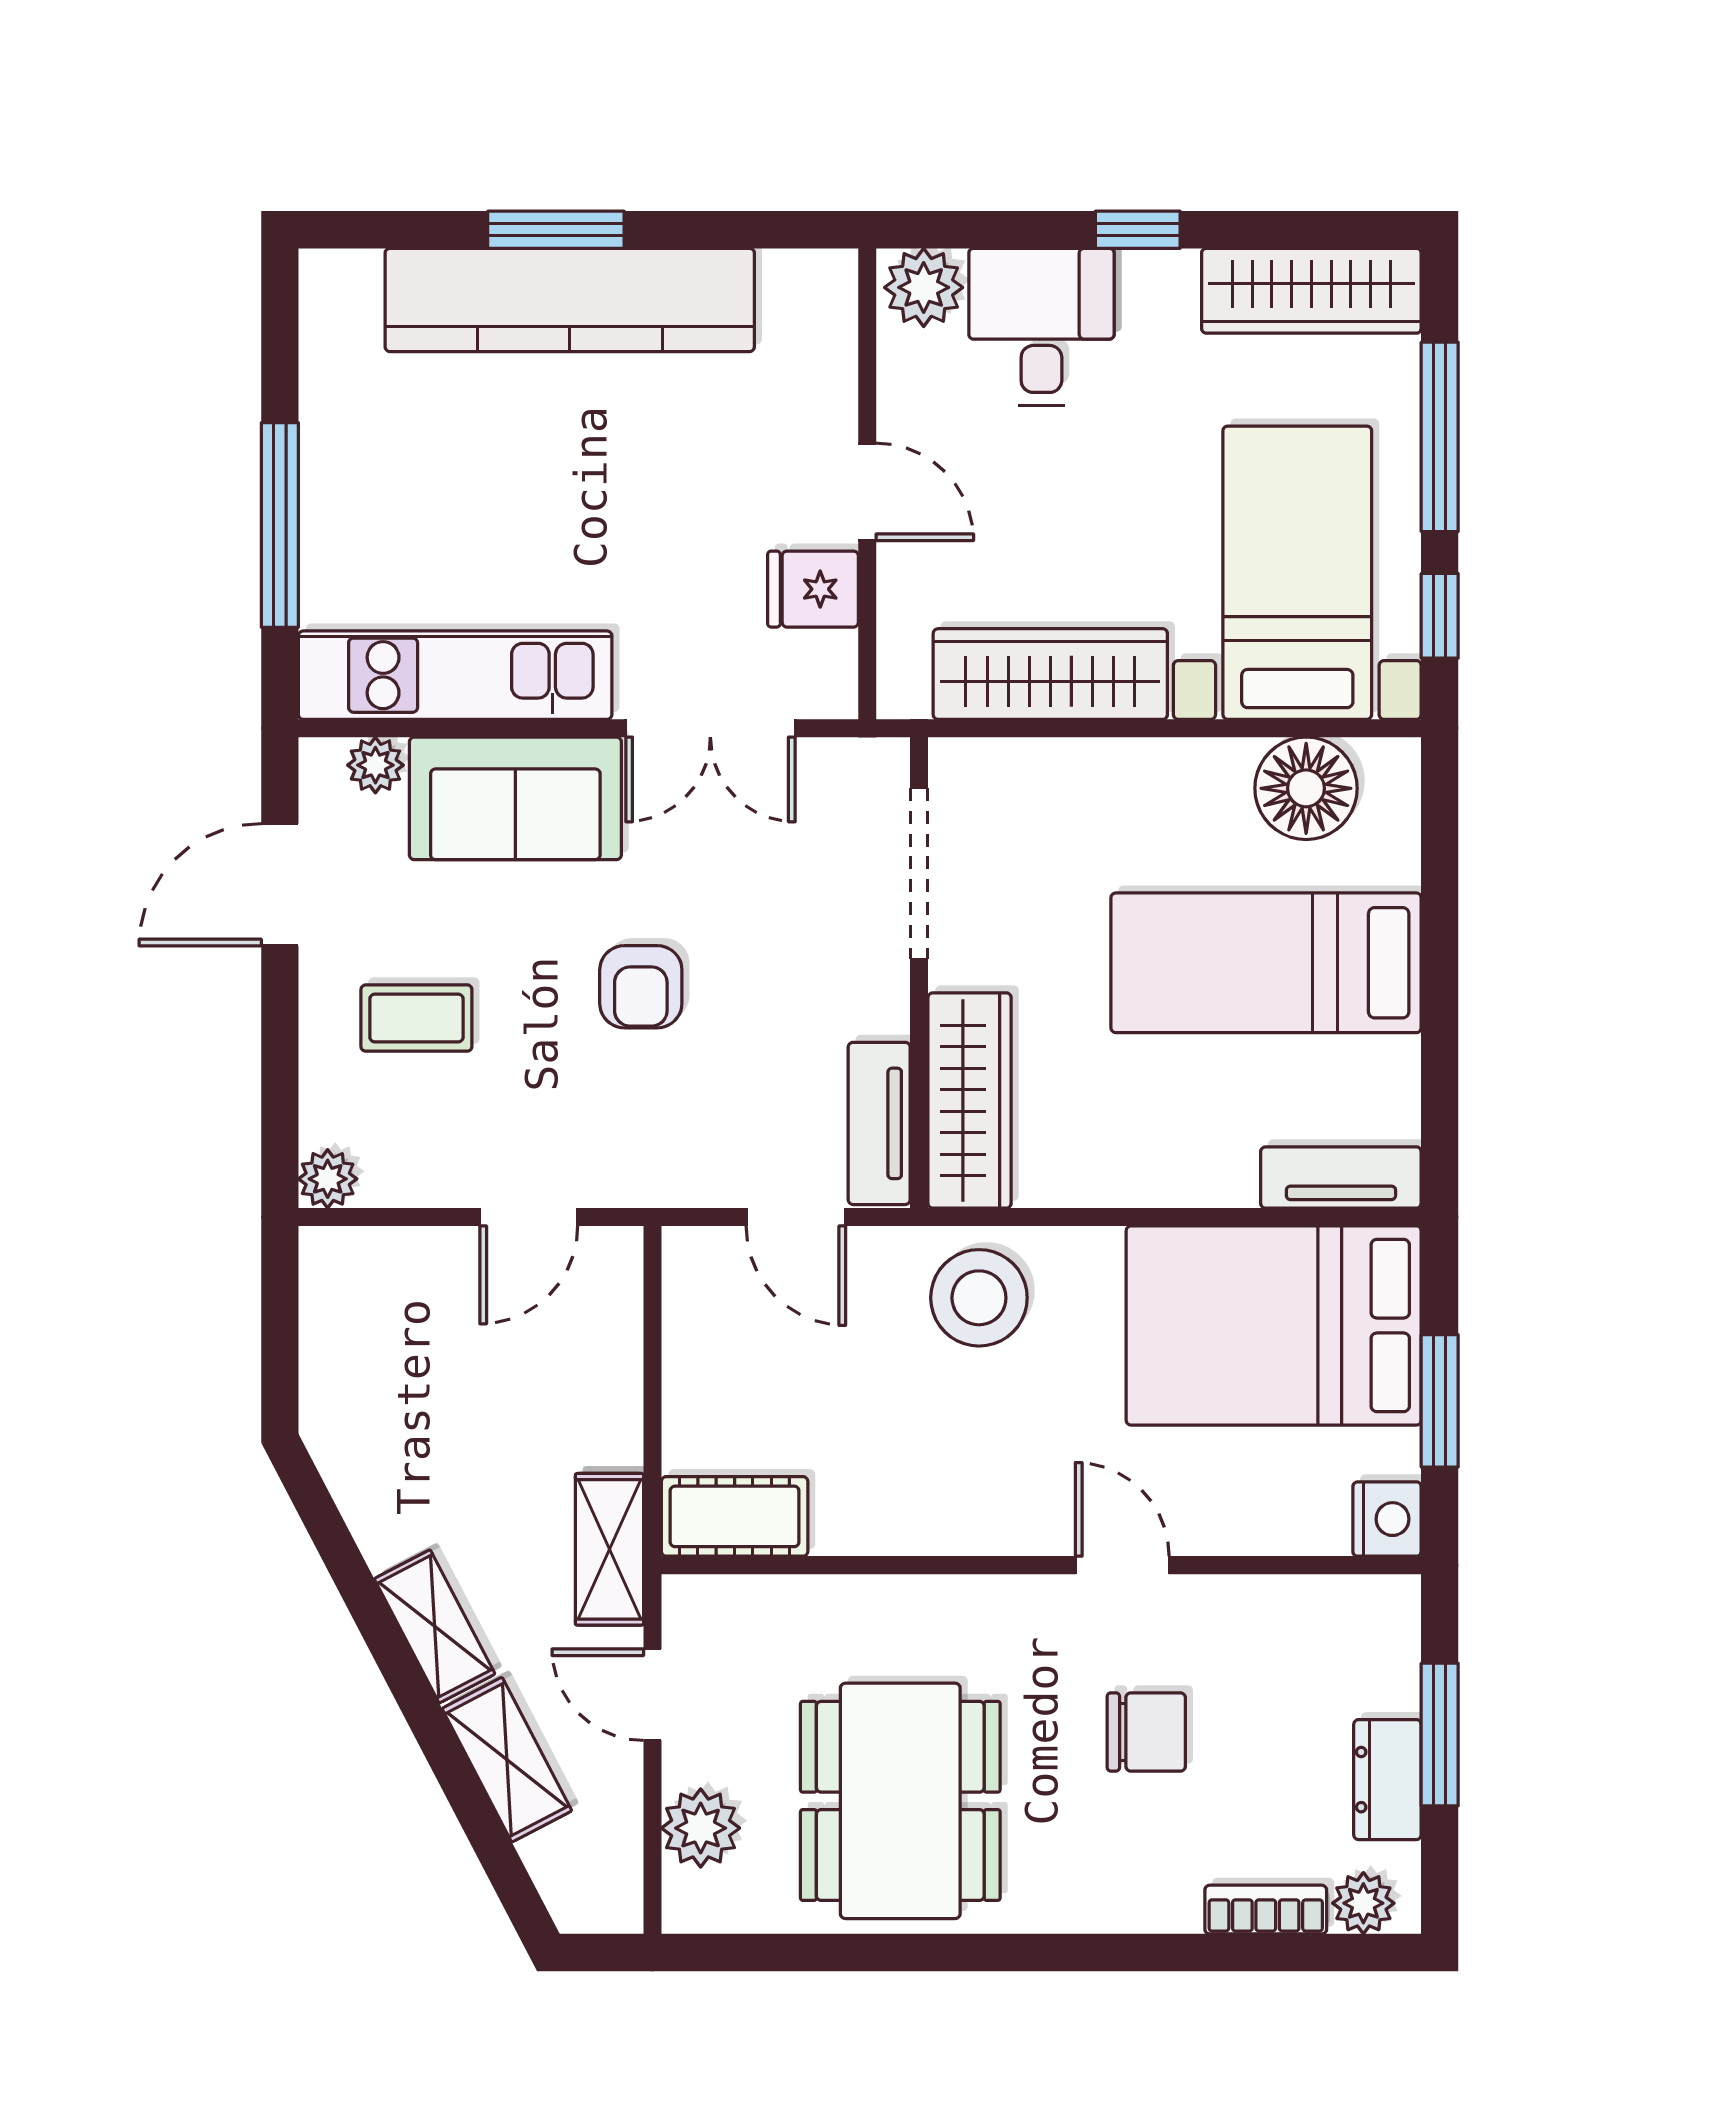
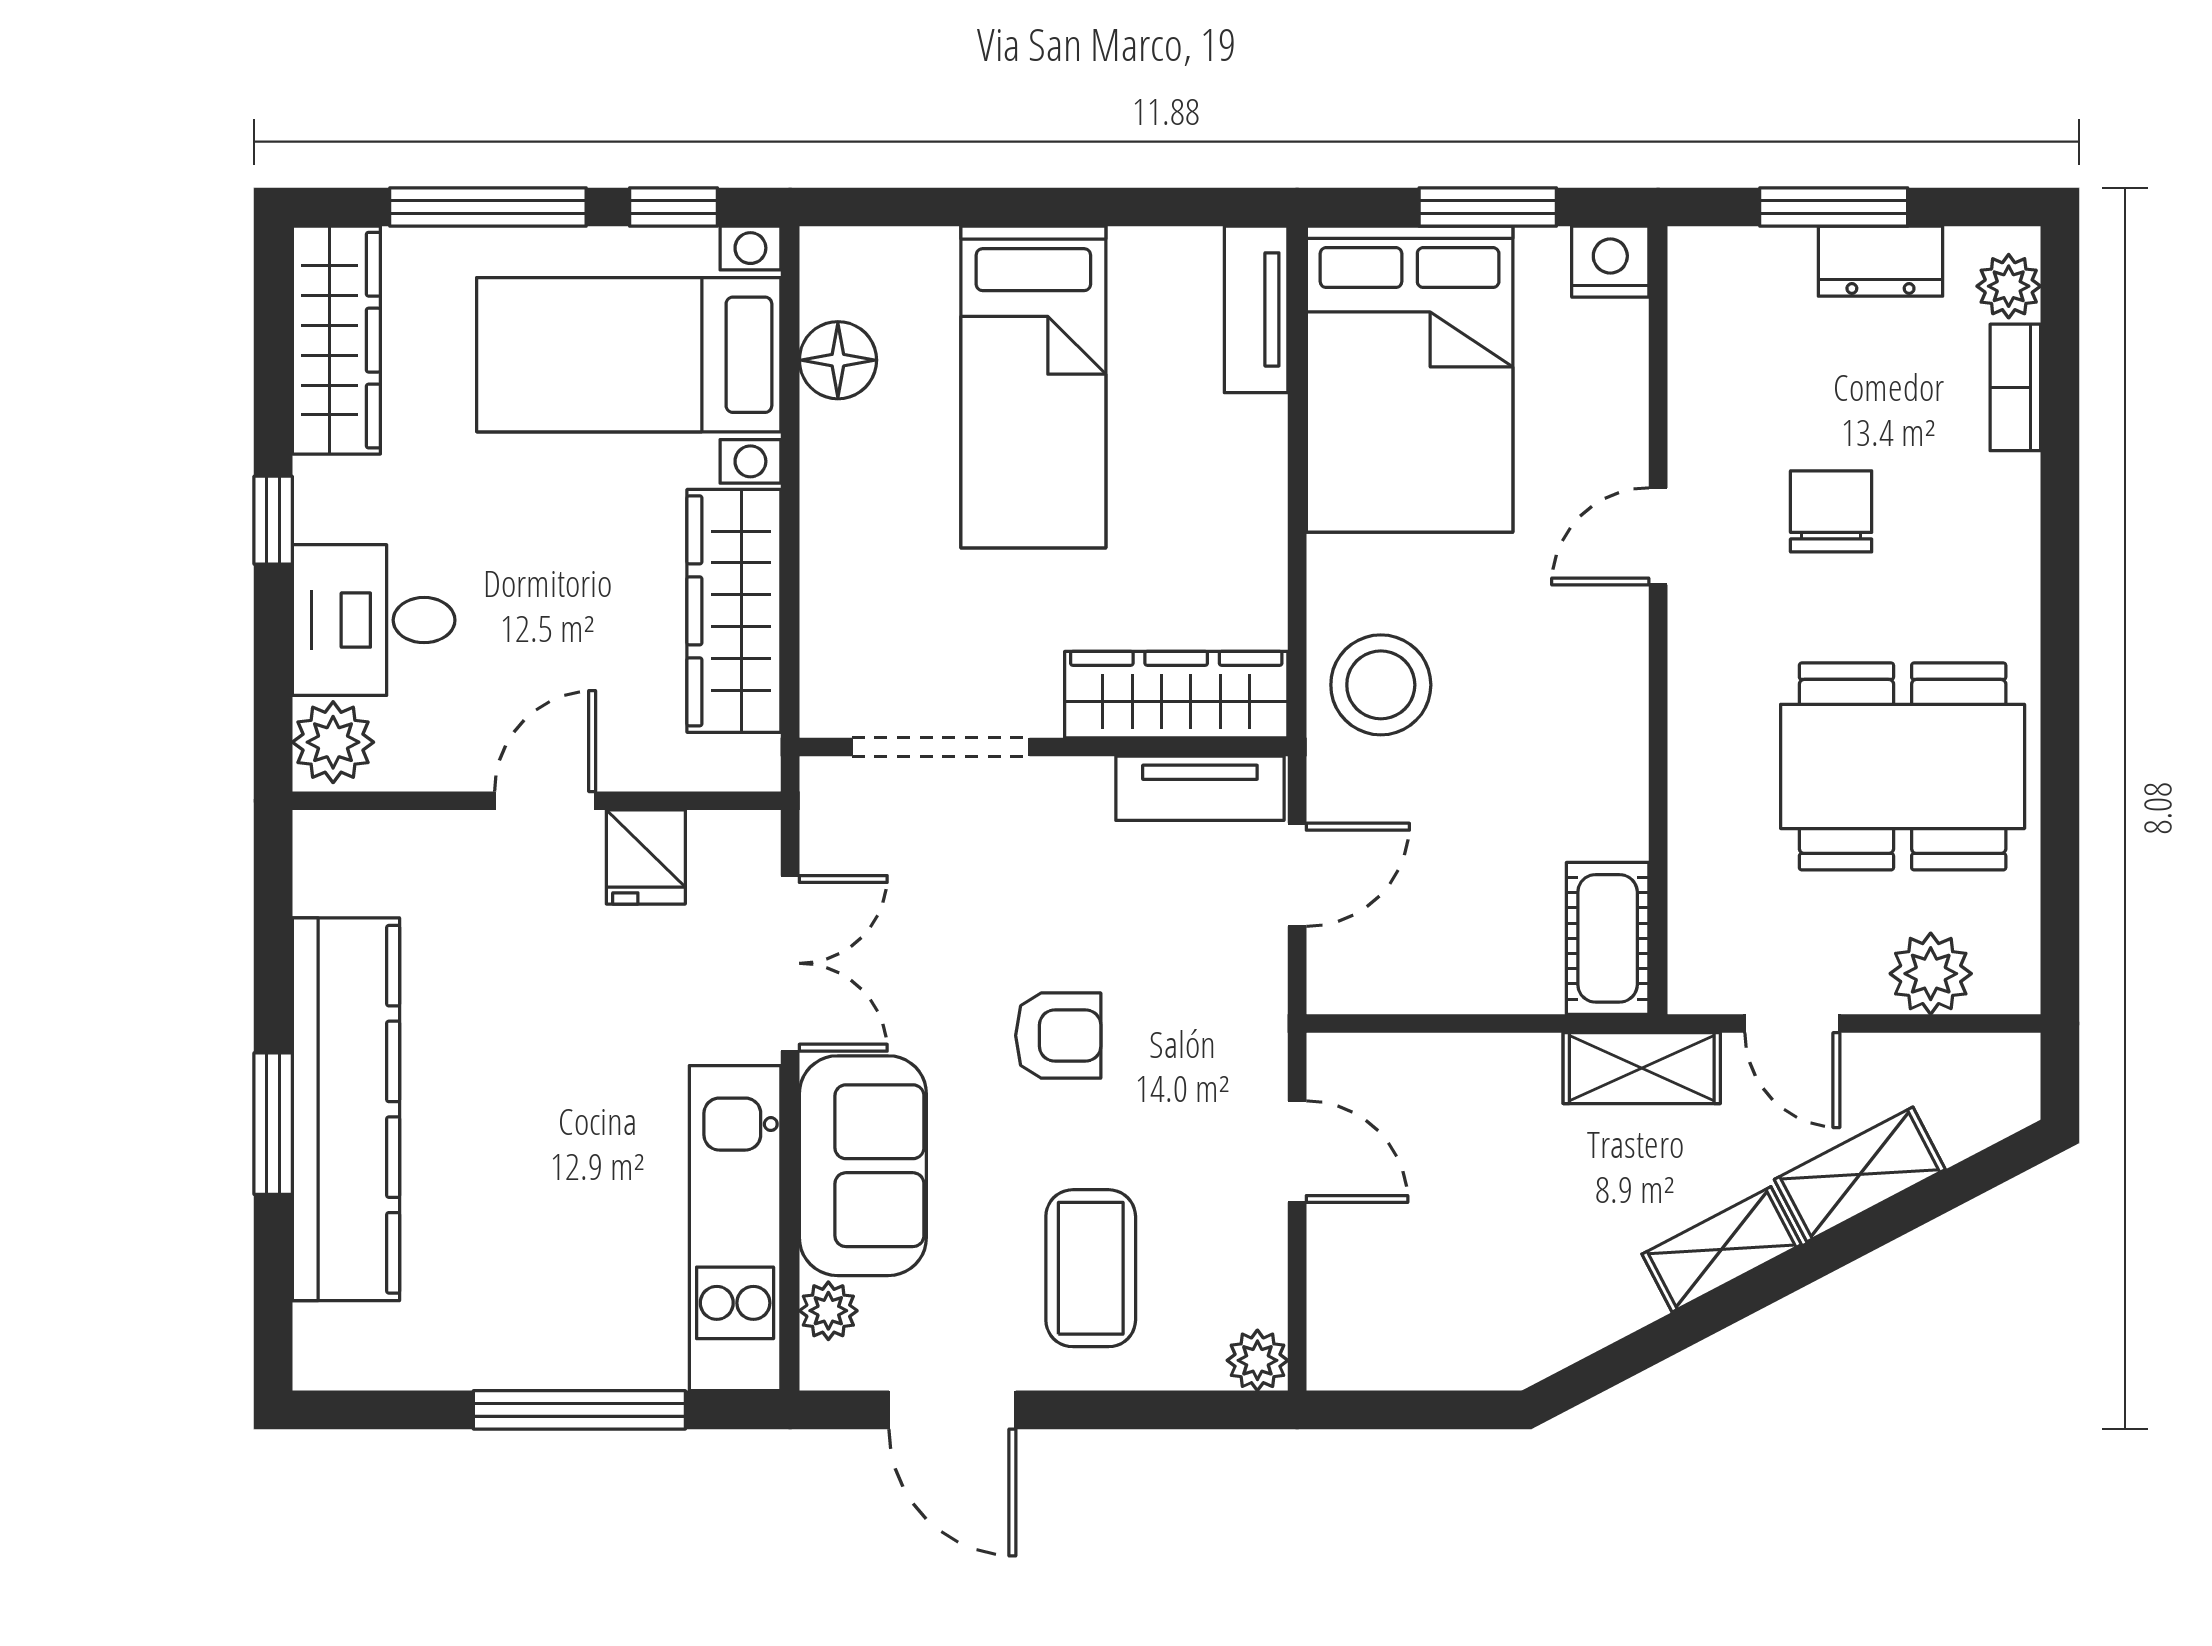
floor lamp: (1306, 788) -> (838, 360), width x0.73, depth x0.73
coffee table: (416, 1018) -> (1091, 1268), width x1.36, depth x1.30
door: (652, 1695) -> (1792, 1024), hinge flipped

